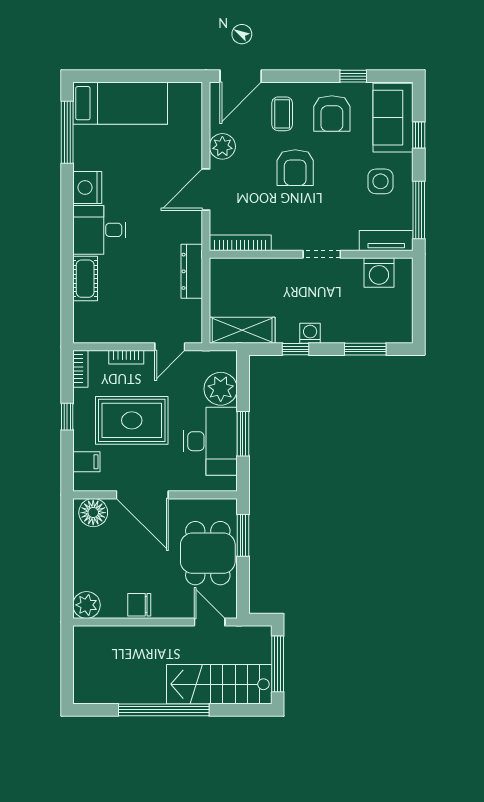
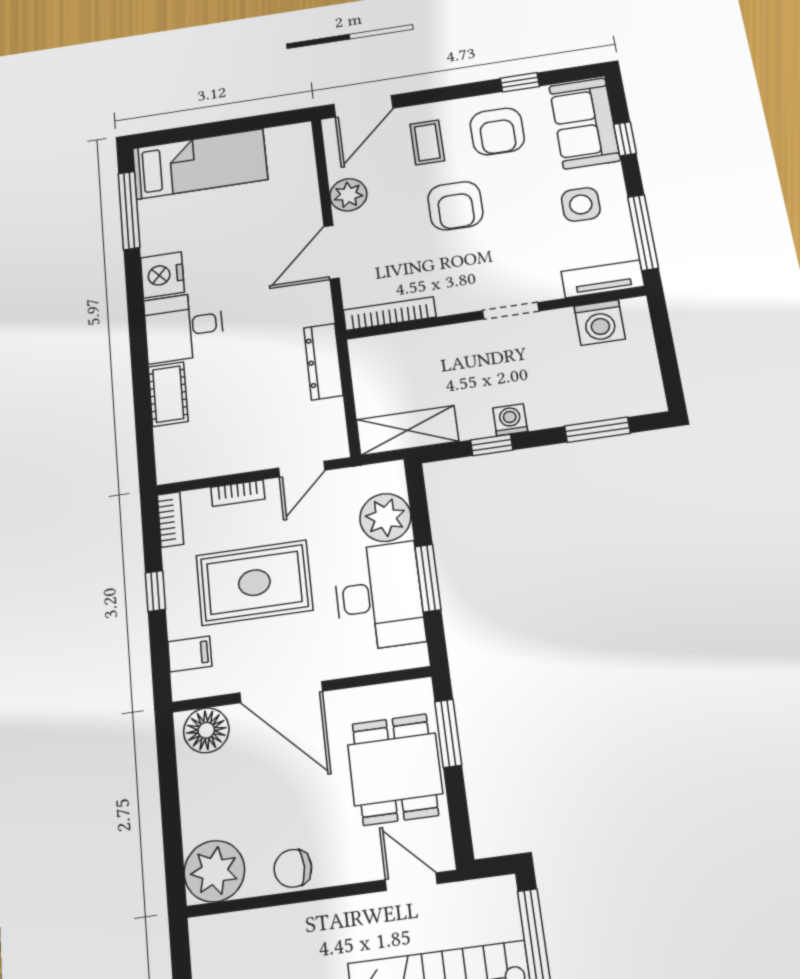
plant: (87, 605) -> (214, 871), width x1.36, depth x1.36

